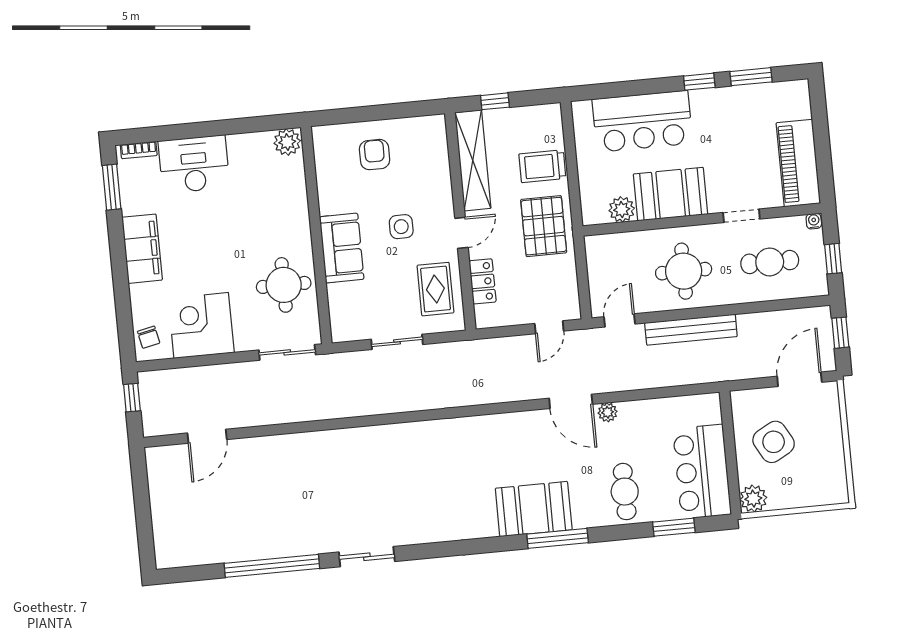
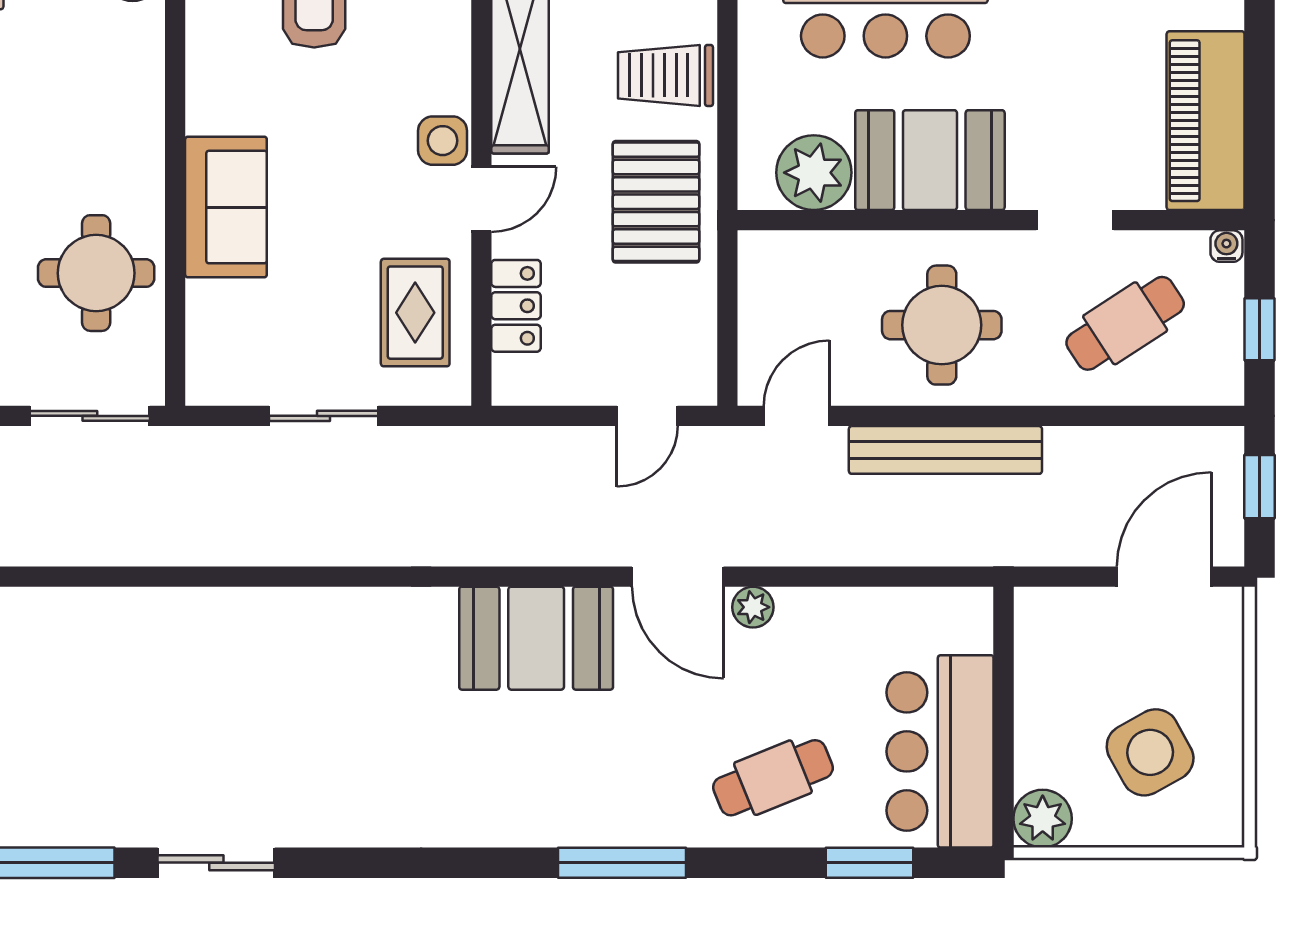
plant: (622, 209) -> (814, 173), width x1.36, depth x1.36
side table: (401, 227) -> (443, 141), moved
cafe table: (770, 262) -> (1125, 323), turned -33
side table: (774, 442) -> (1150, 752), moved
cafe table: (625, 492) -> (773, 778), turned 68
booth: (534, 509) -> (536, 638), moved

